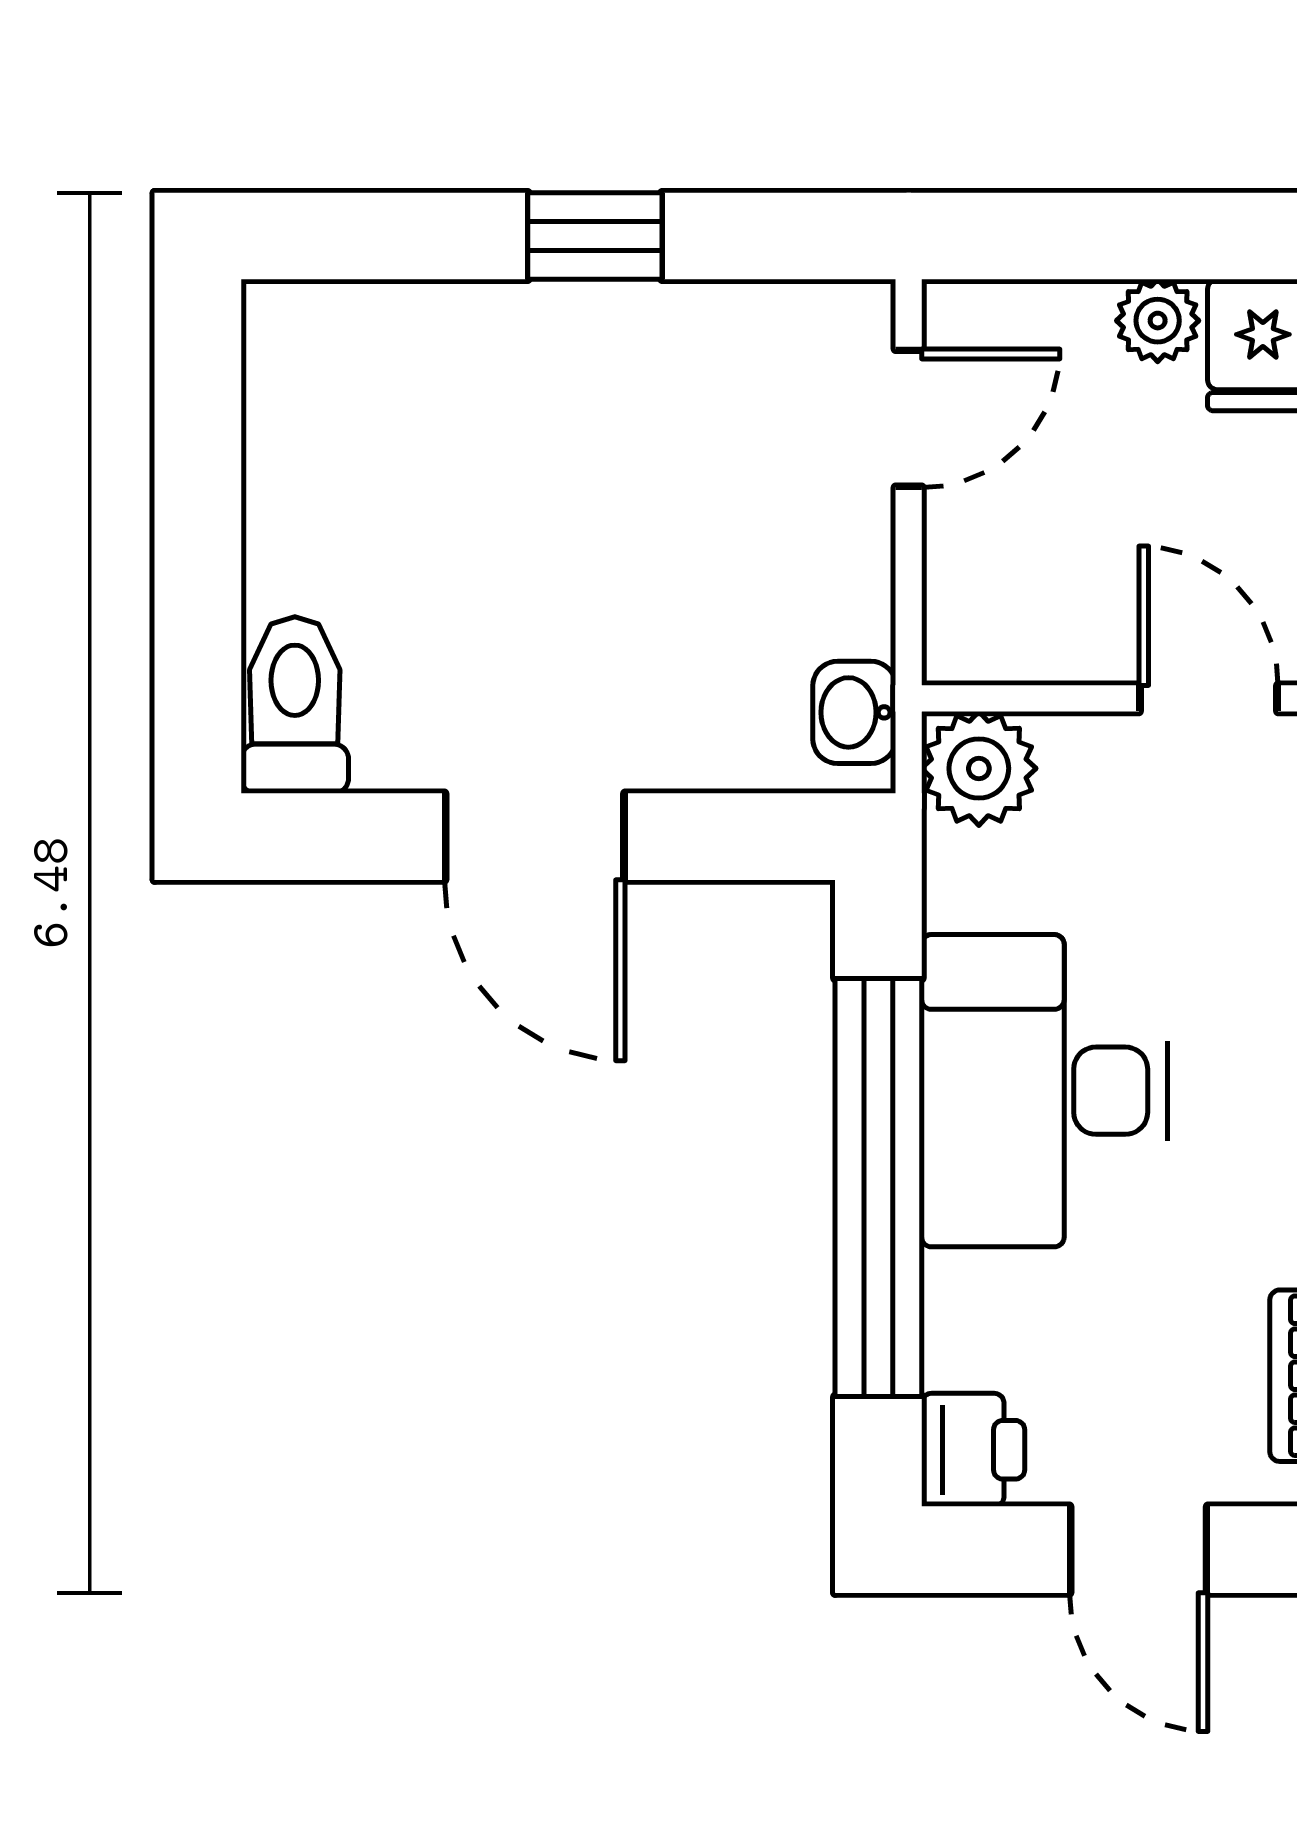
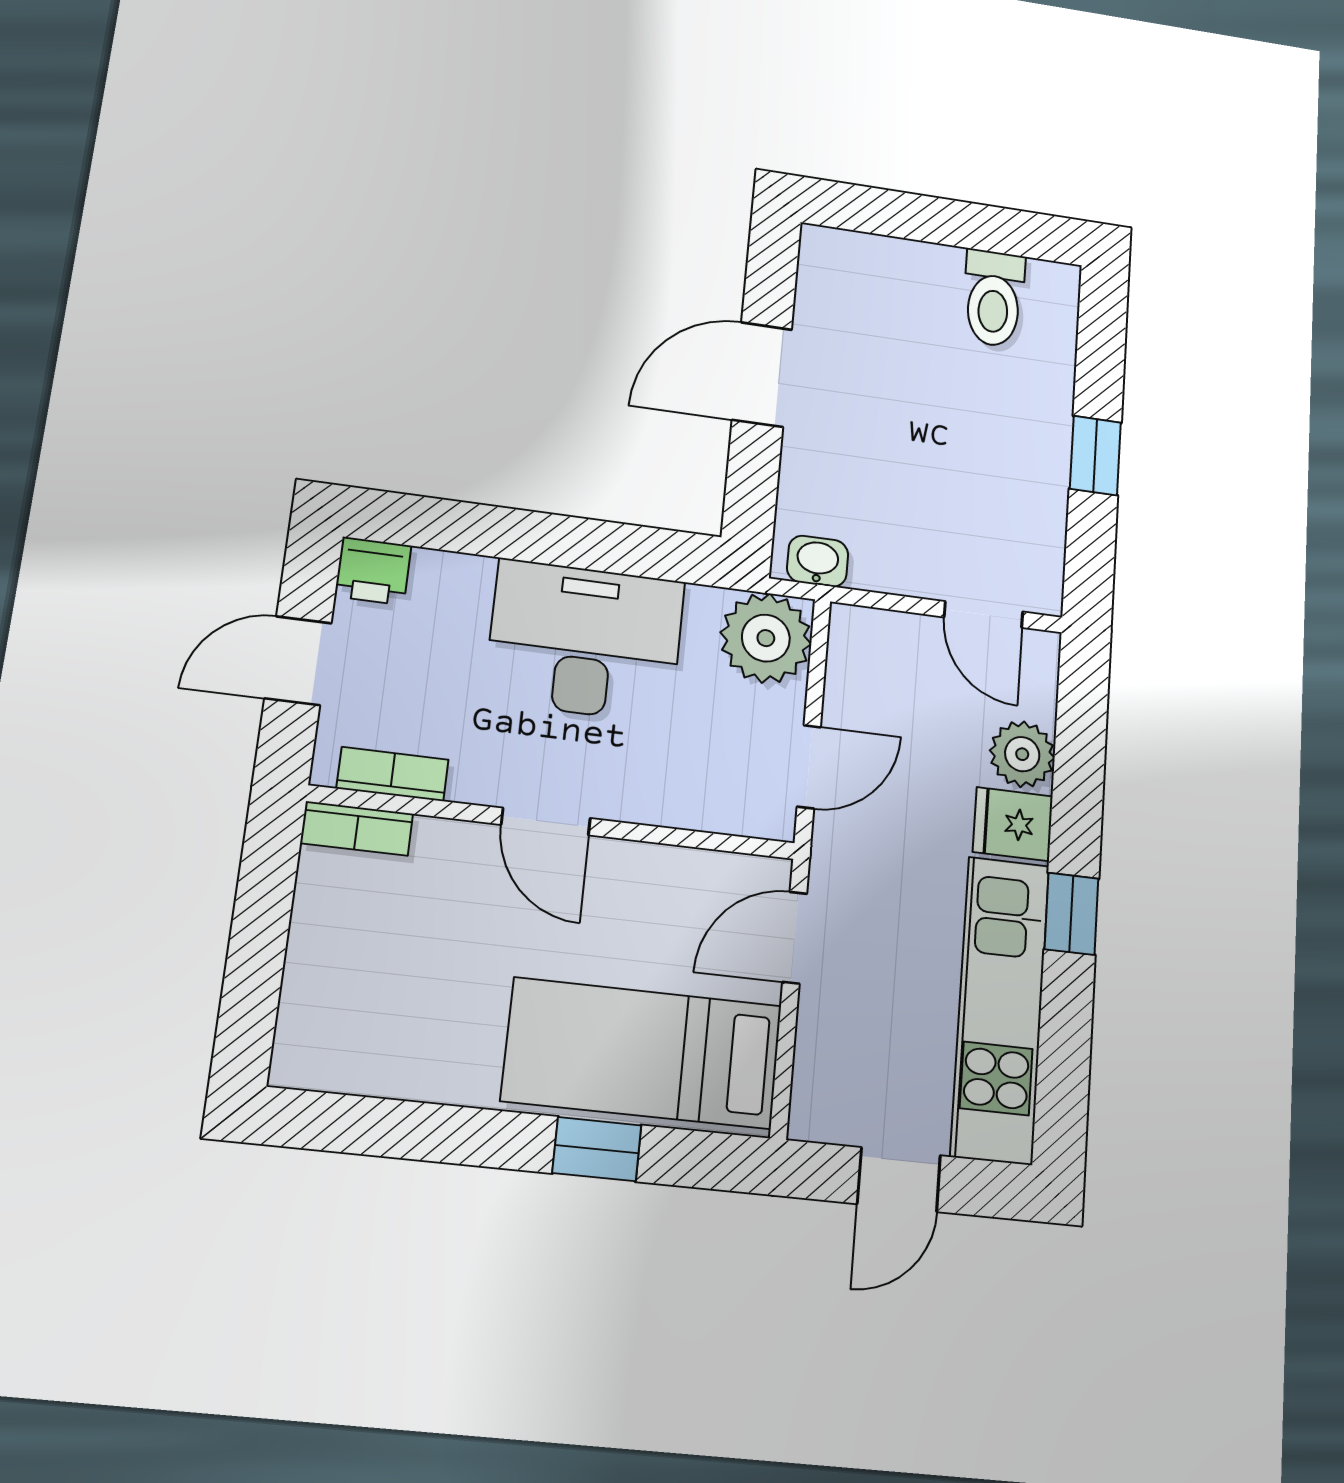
plant: (1158, 321) -> (1022, 754), width x1.38, depth x1.38
toilet: (295, 705) -> (994, 298), moved, turned 90
plant: (979, 768) -> (766, 638), width x1.36, depth x1.36
window: (878, 1187) -> (538, 537), removed

